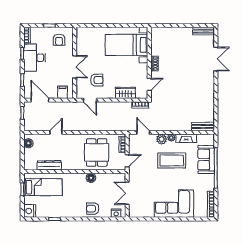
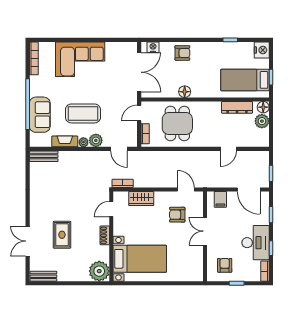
plant: (159, 35) -> (99, 271), added
rug: (188, 64) -> (62, 235), added
floor lamp: (28, 143) -> (263, 107), moved
plant: (29, 154) -> (262, 121), added
double door: (127, 193) -> (139, 72), width x1.37

